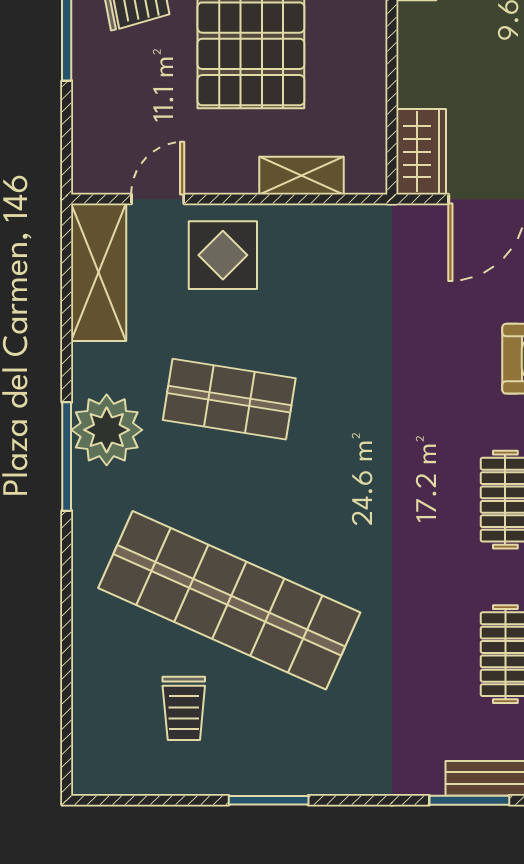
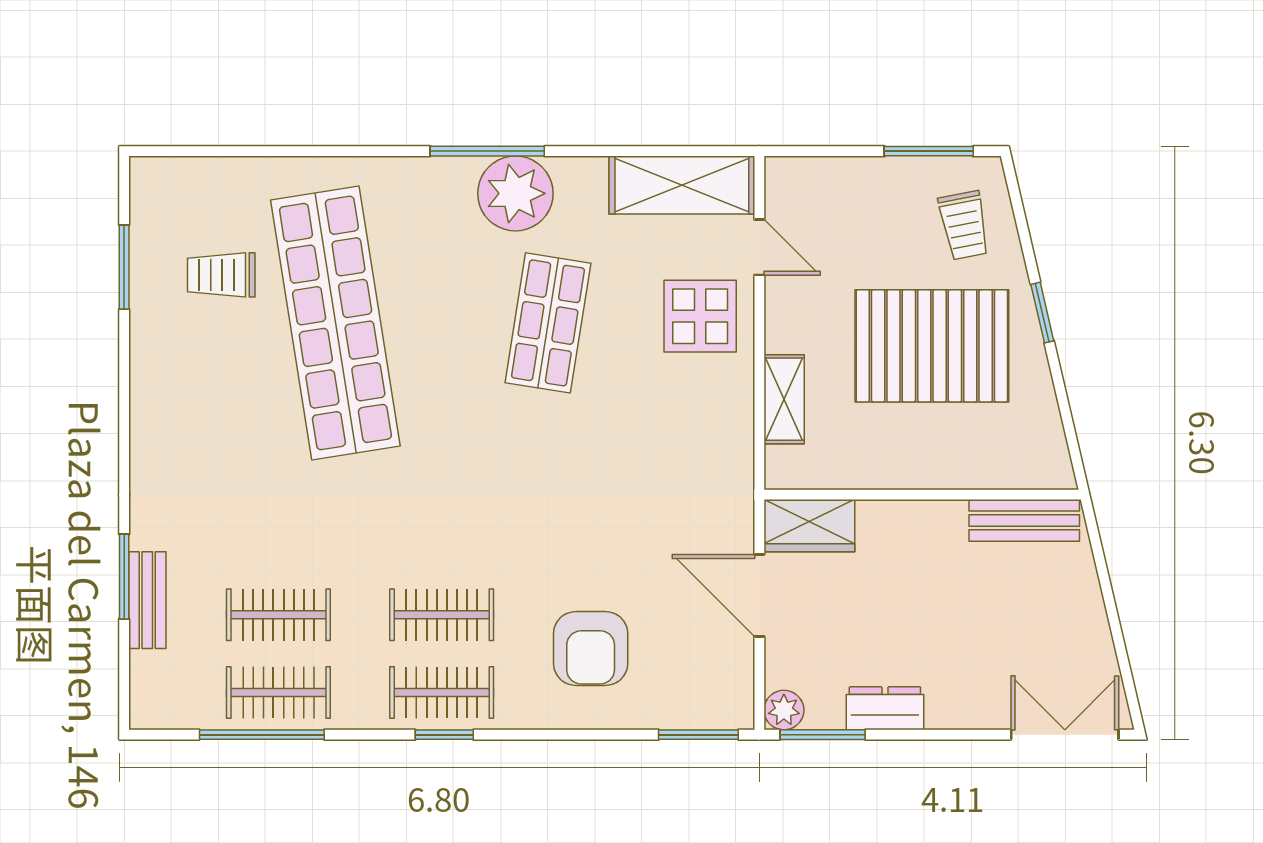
shop shelf: (229, 600) -> (335, 323), turned -33
window: (269, 800) -> (124, 267), moved

